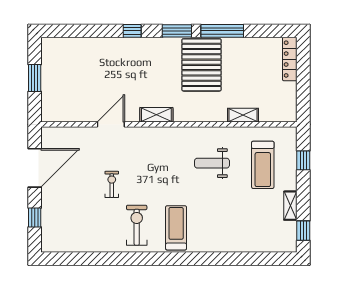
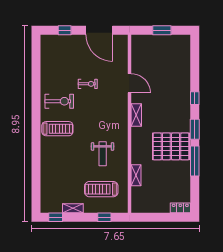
locker: (290, 59) -> (180, 208), width x0.66
weight bench: (212, 163) -> (103, 154), turned 180

